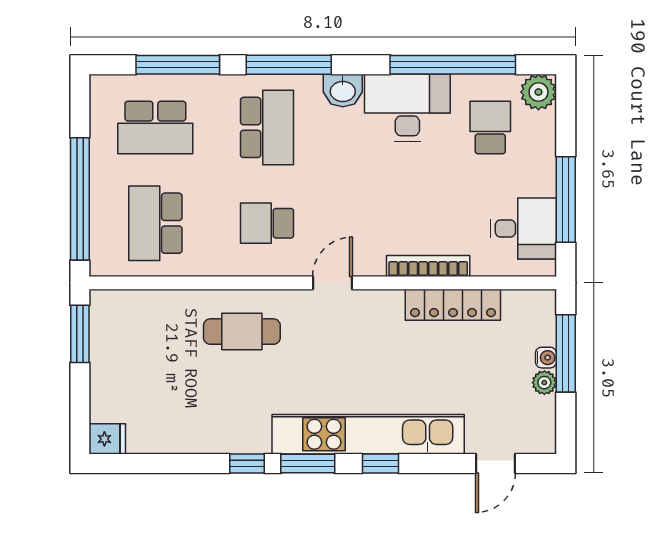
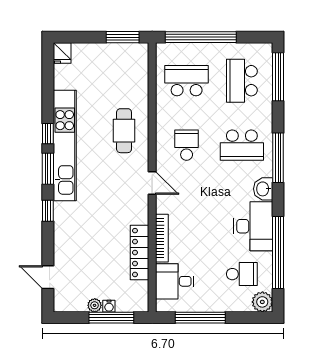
window: (178, 65) -> (278, 77), moved
desk: (523, 229) -> (175, 281), moved, turned 90
kitchen unit: (368, 434) -> (65, 146), moved

